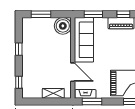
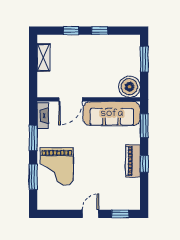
window: (19, 82) -> (71, 31), moved
shelving: (53, 93) -> (43, 58), moved
window: (92, 101) -> (33, 138), moved

